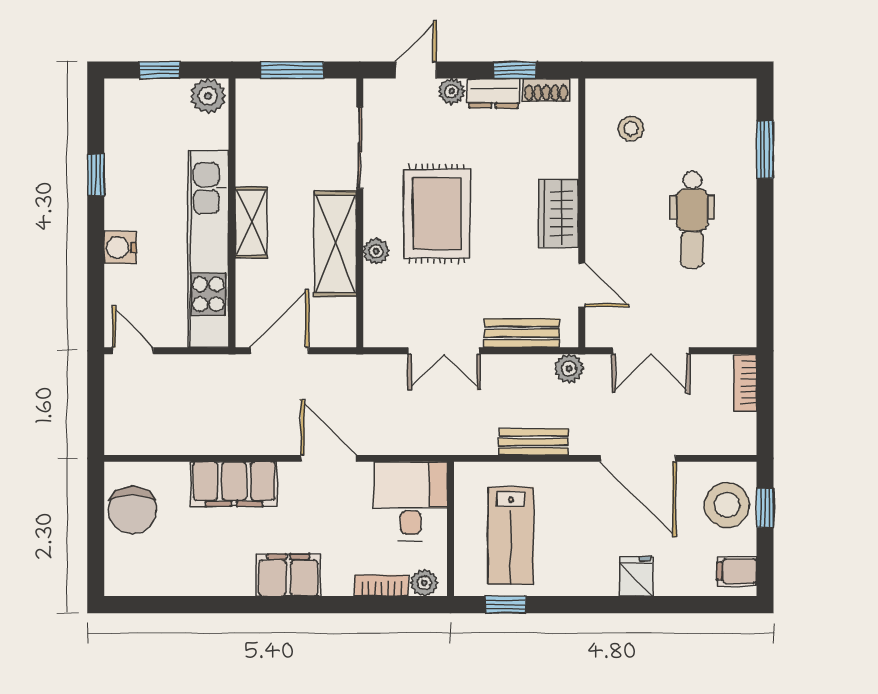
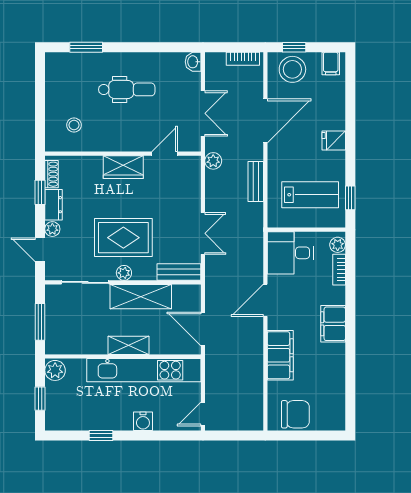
plant: (376, 251) -> (124, 273), moved
bench: (522, 333) -> (179, 272), moved, turned 90
washbasin: (740, 334) -> (193, 62), added
bookcase: (745, 383) -> (243, 59), moved
fridge: (636, 576) -> (334, 141), moved

